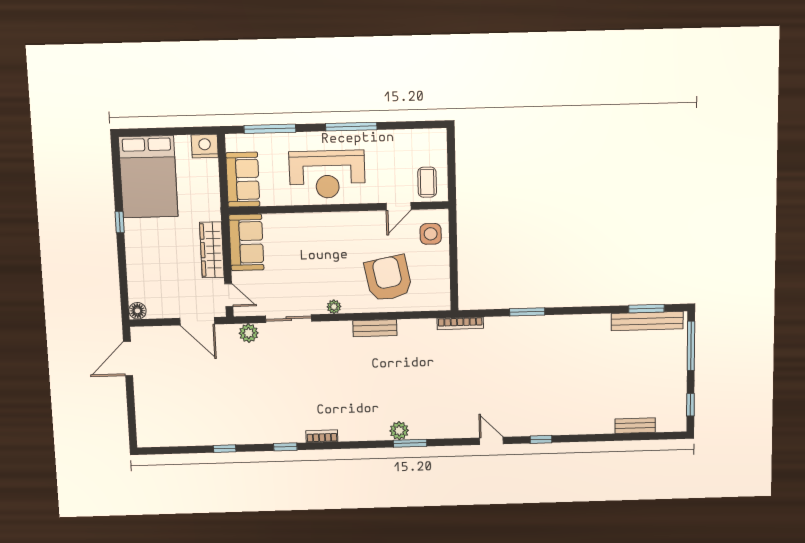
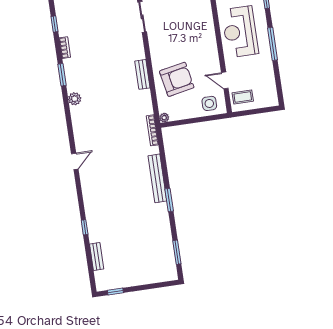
plant: (334, 307) -> (164, 118), moved
window: (527, 312) -> (169, 200), moved
bench: (647, 321) -> (157, 178), moved
window: (691, 346) -> (155, 286), removed
window: (541, 439) -> (85, 227), moved
window: (410, 443) -> (62, 75), moved

